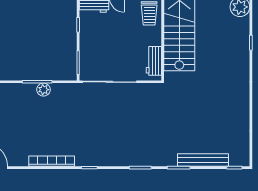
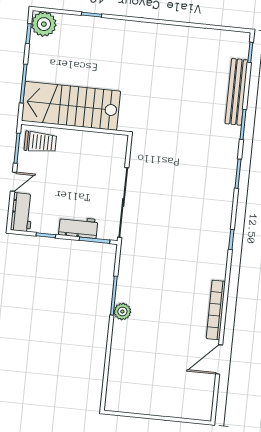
workbench: (154, 61) -> (78, 227), moved, turned 180
plant: (43, 90) -> (122, 311), moved
bookcase: (52, 161) -> (216, 310), moved

